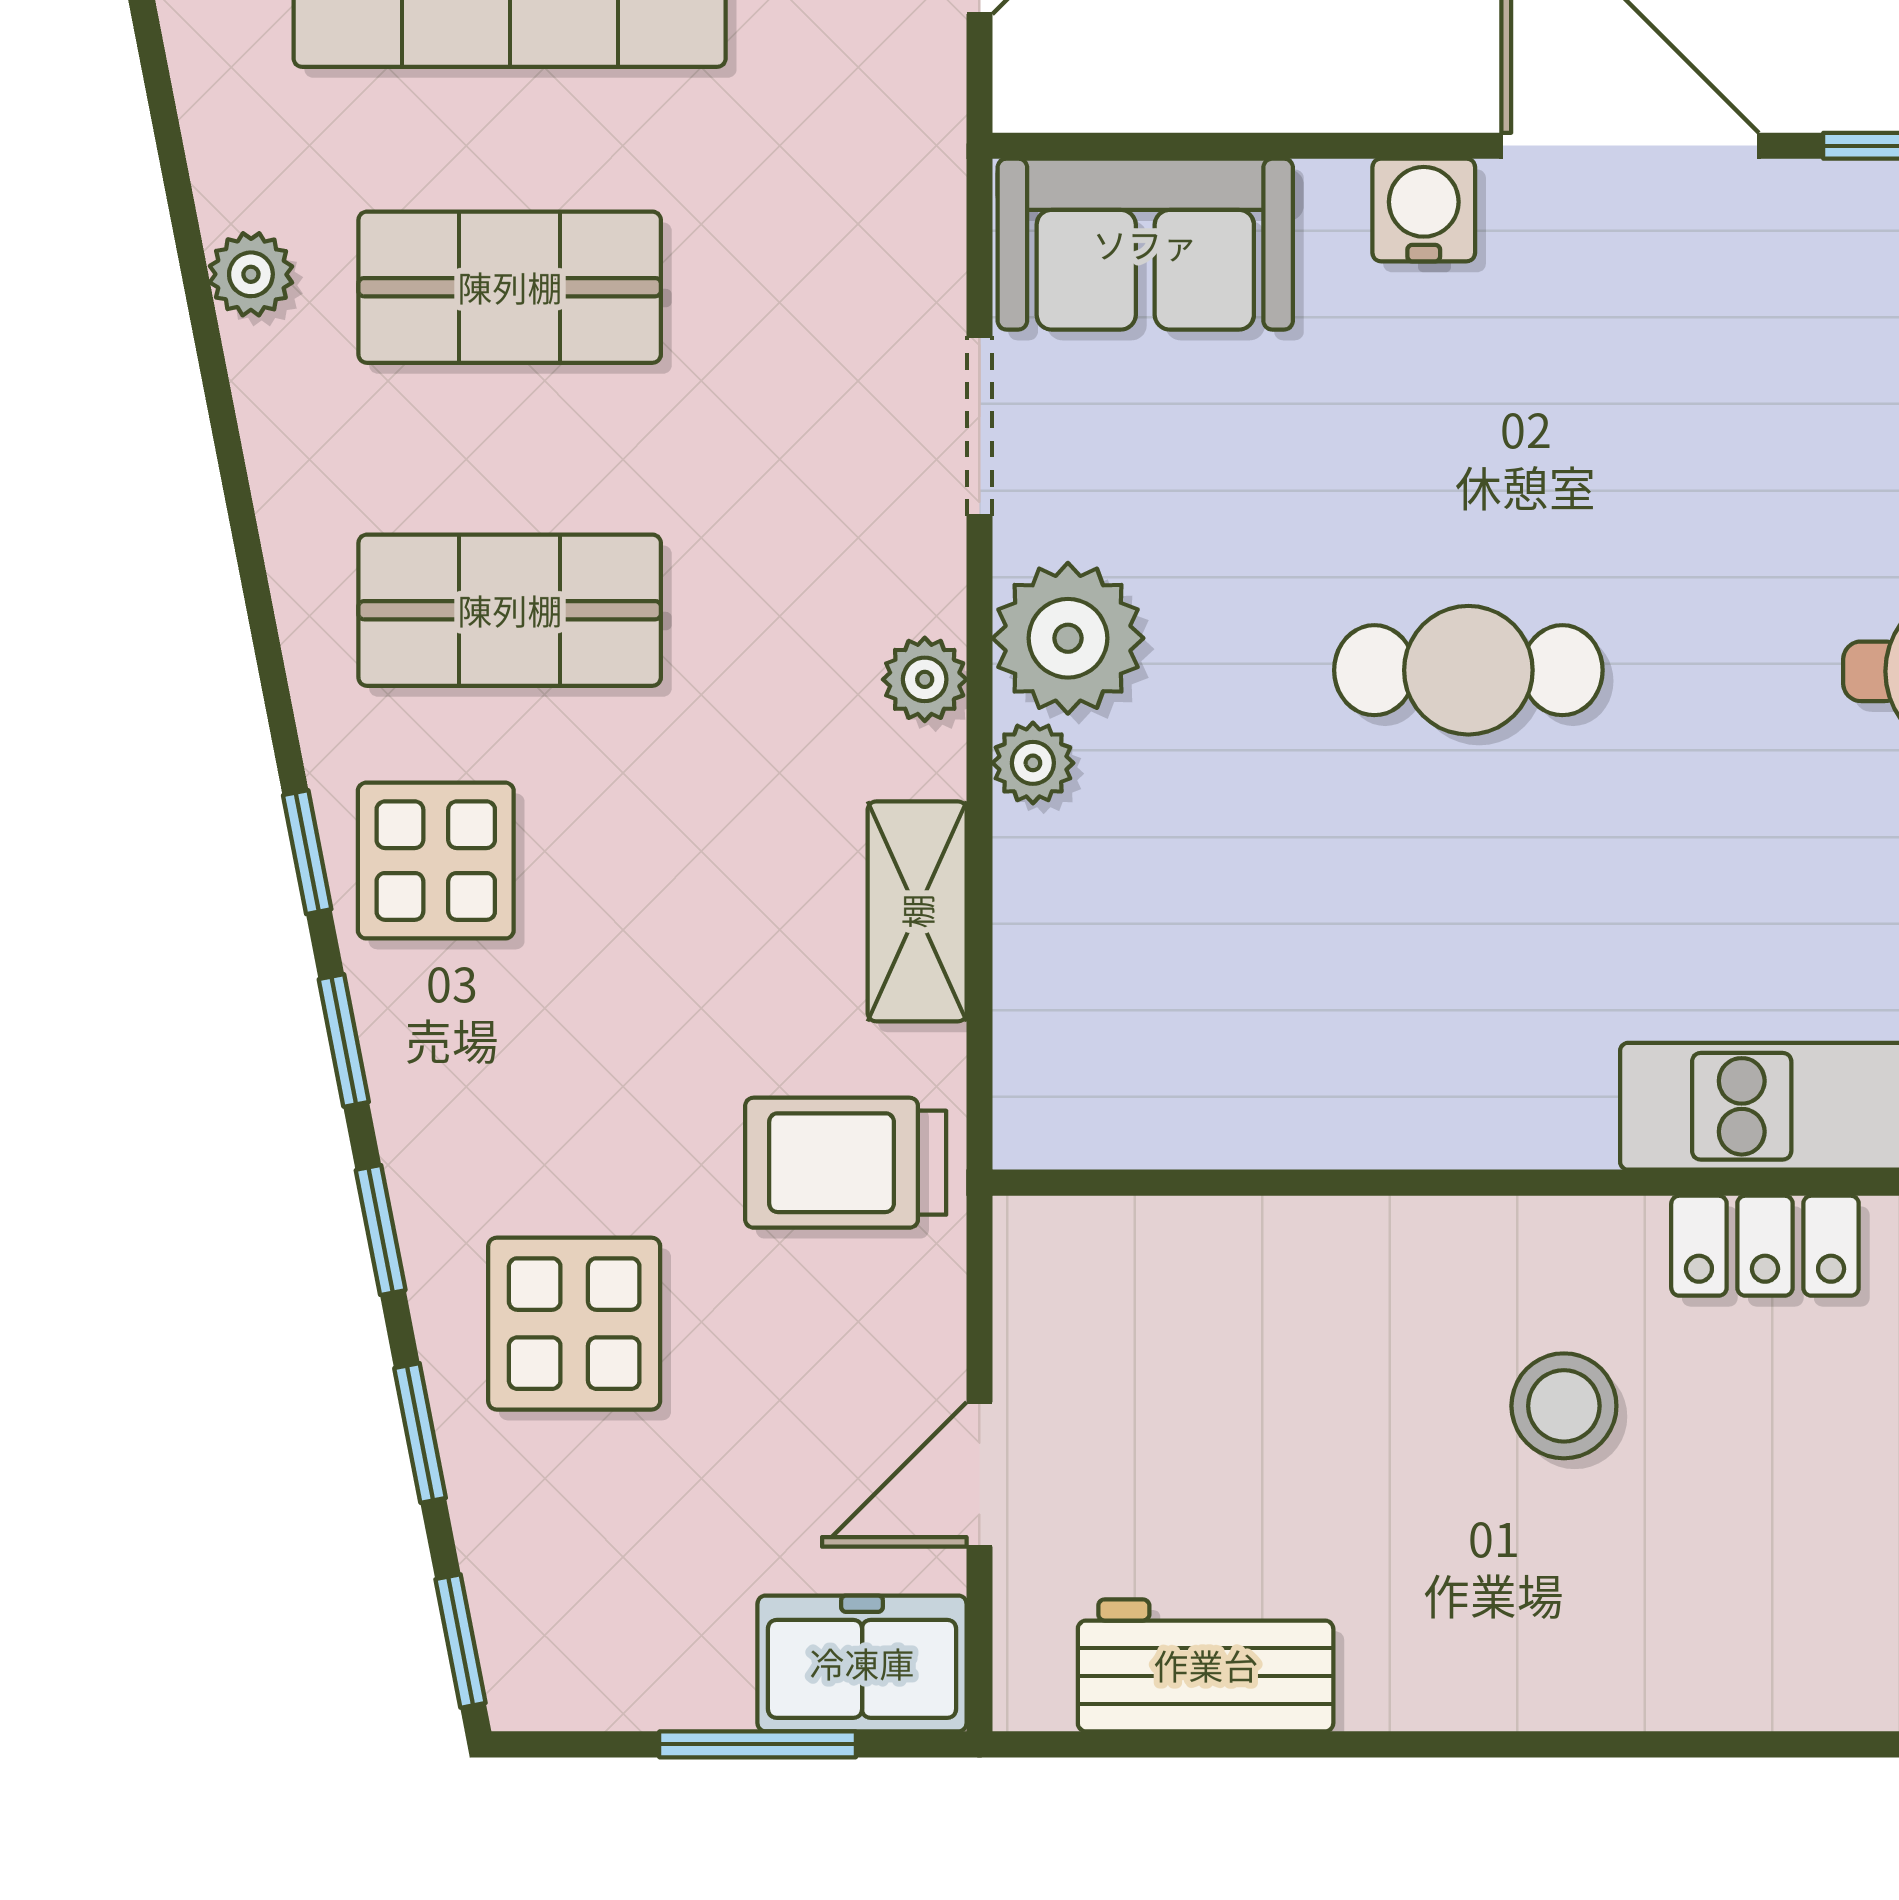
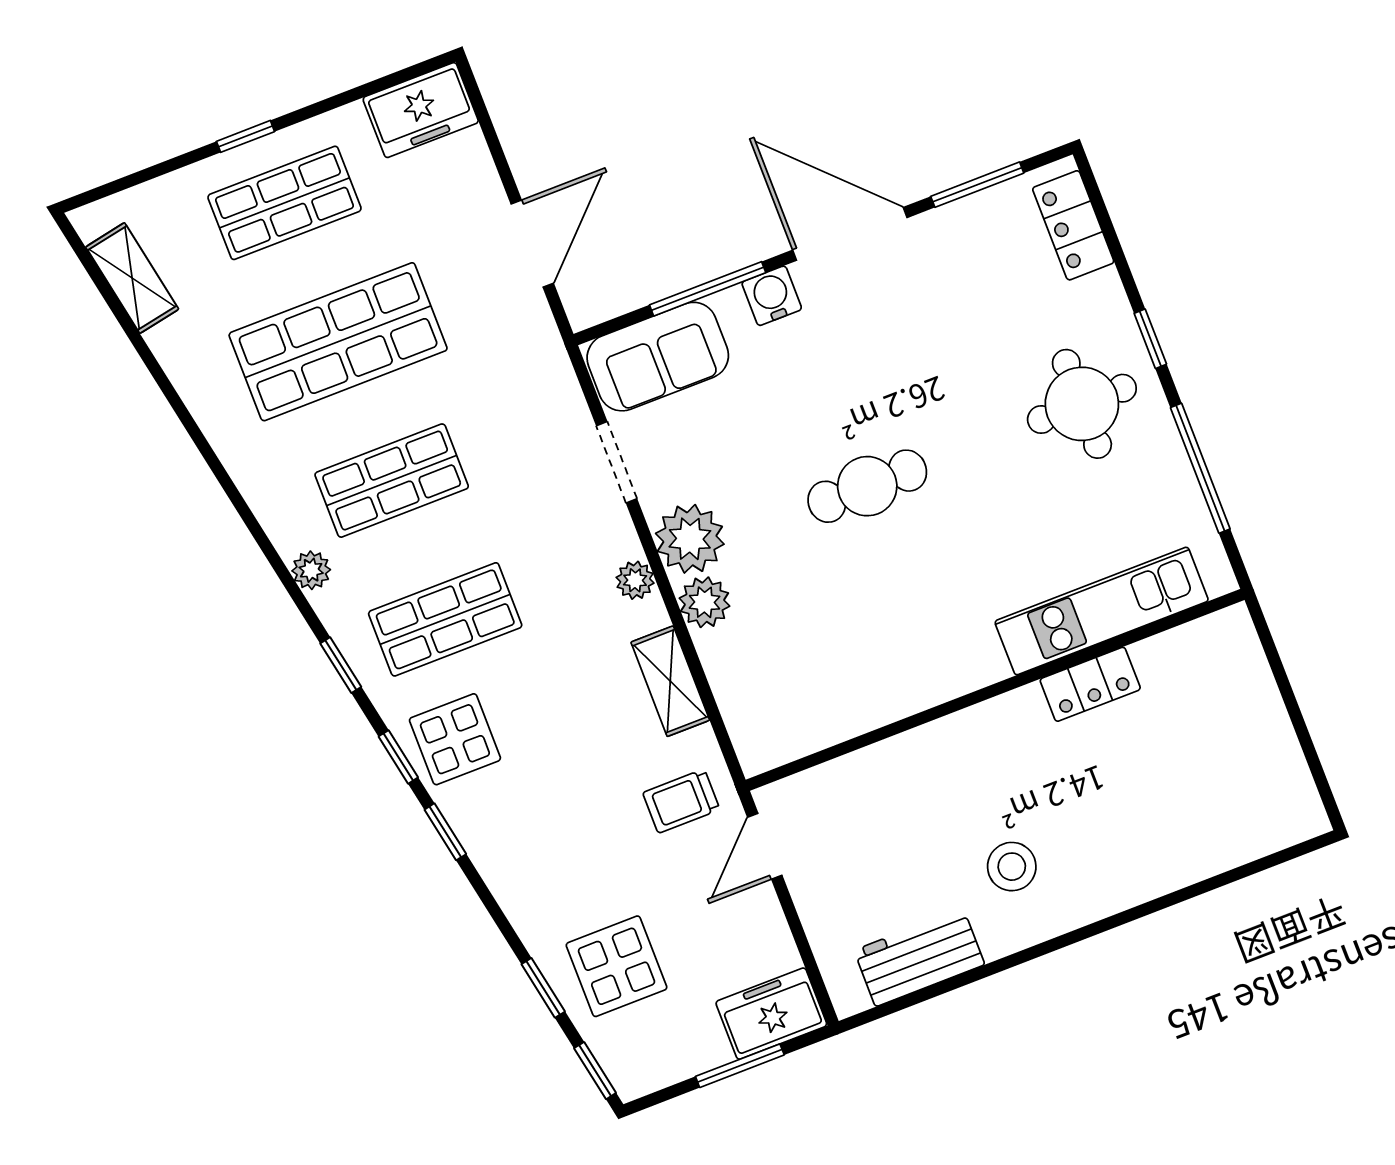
window: (1299, 146) -> (708, 289), added
plant: (251, 274) -> (311, 570), moved
plant: (1033, 763) -> (705, 602), width x1.38, depth x1.38
trolley: (846, 1163) -> (681, 801), width x0.73, depth x0.72
window: (381, 1230) -> (341, 665), moved
display table: (574, 1324) -> (617, 966), moved
stool: (1564, 1406) -> (1012, 867), moved
door: (979, 1474) -> (765, 846), moved

